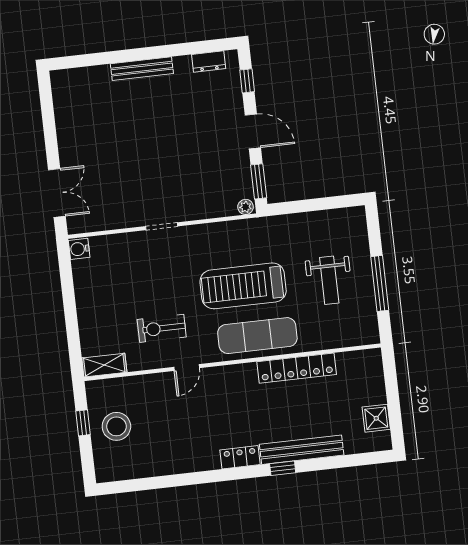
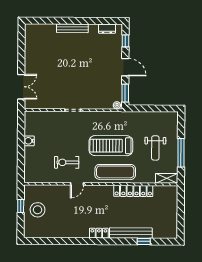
water cooler: (79, 249) -> (29, 141), moved
shelving: (104, 365) -> (167, 178), moved
shower: (376, 418) -> (171, 221), removed
window: (283, 468) -> (144, 241), moved

